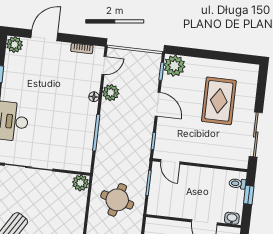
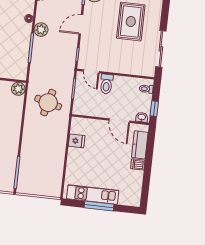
plant: (111, 93) -> (41, 30), moved
door: (158, 104) -> (81, 24), swing flipped
toilet: (189, 177) -> (106, 84), added
window: (249, 195) -> (154, 109), moved

